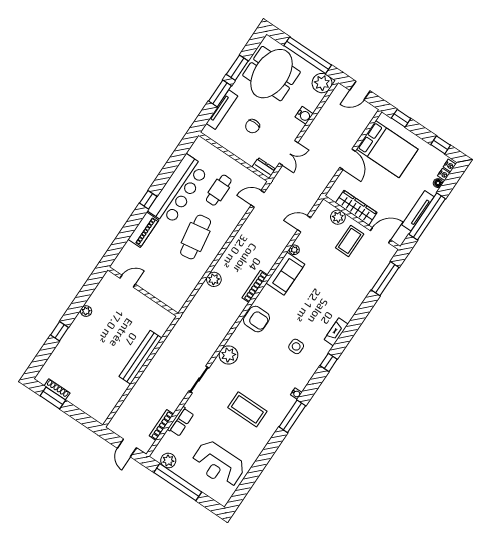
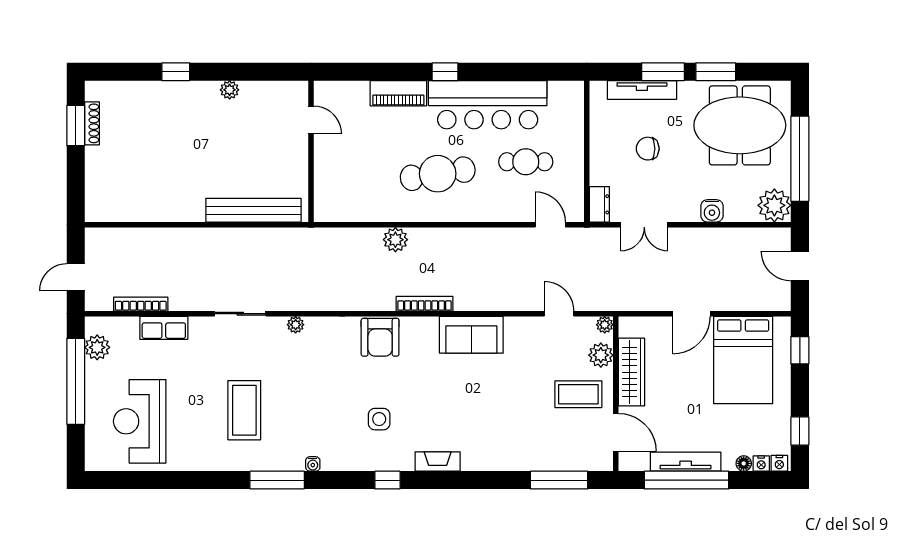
plant: (294, 250) -> (605, 325), moved
plant: (228, 355) -> (296, 325), width x0.53, depth x0.53
bench: (140, 357) -> (253, 210), moved

